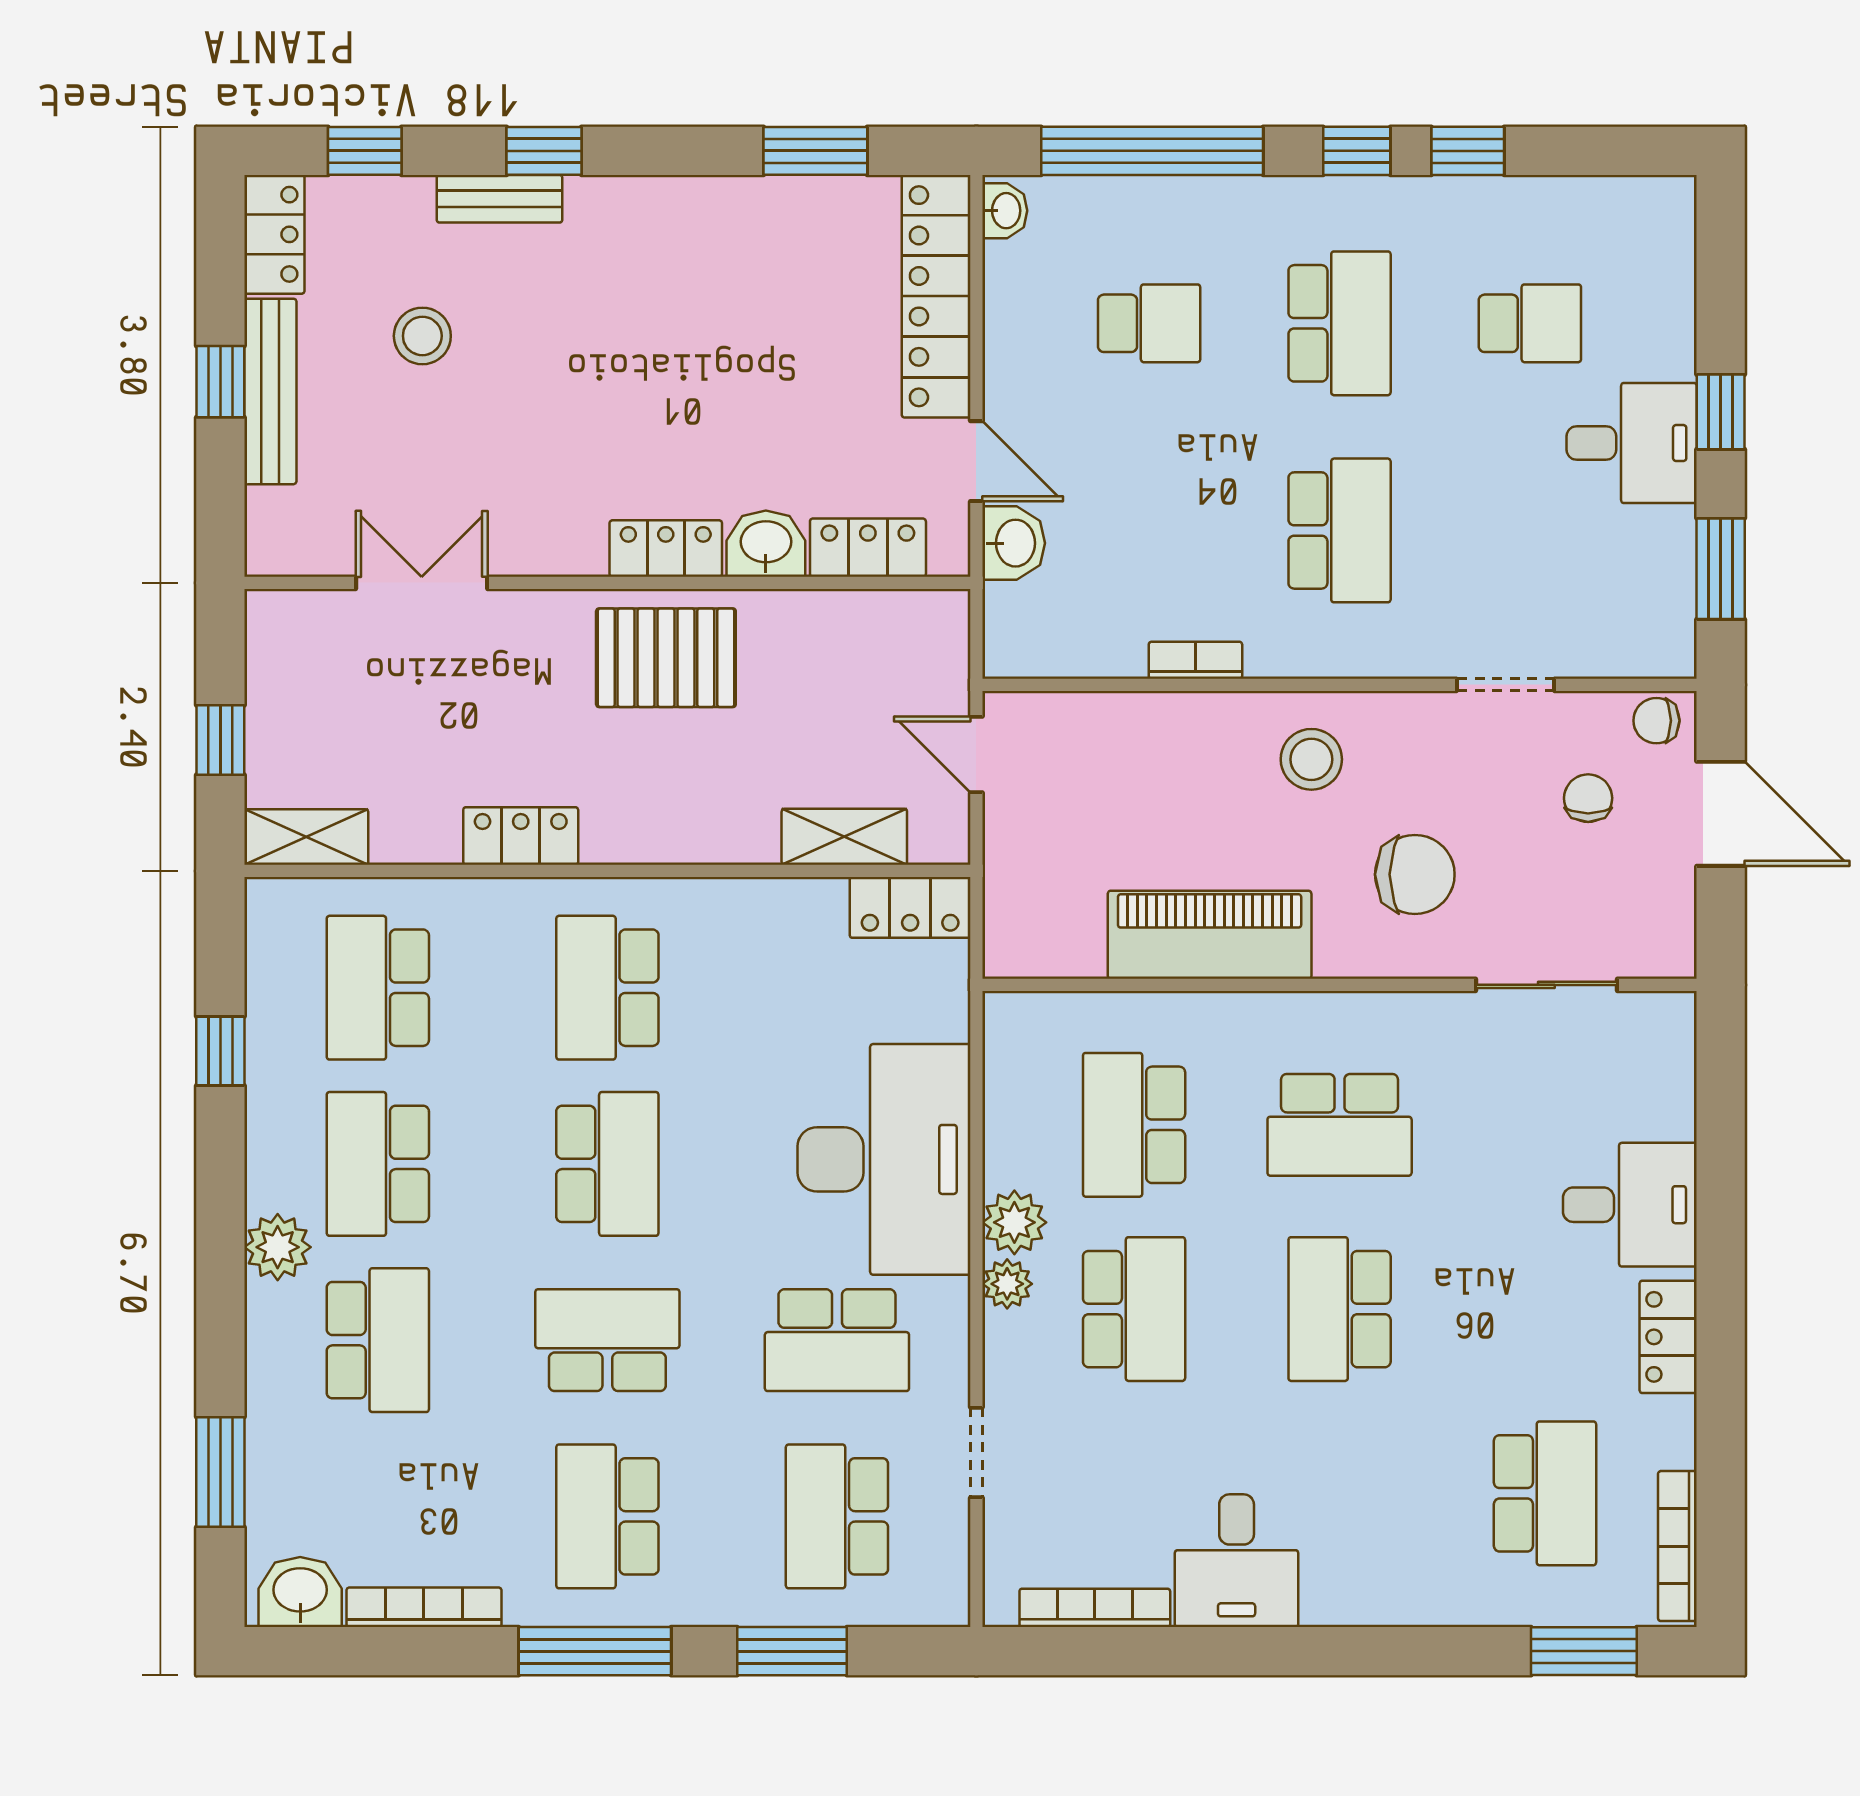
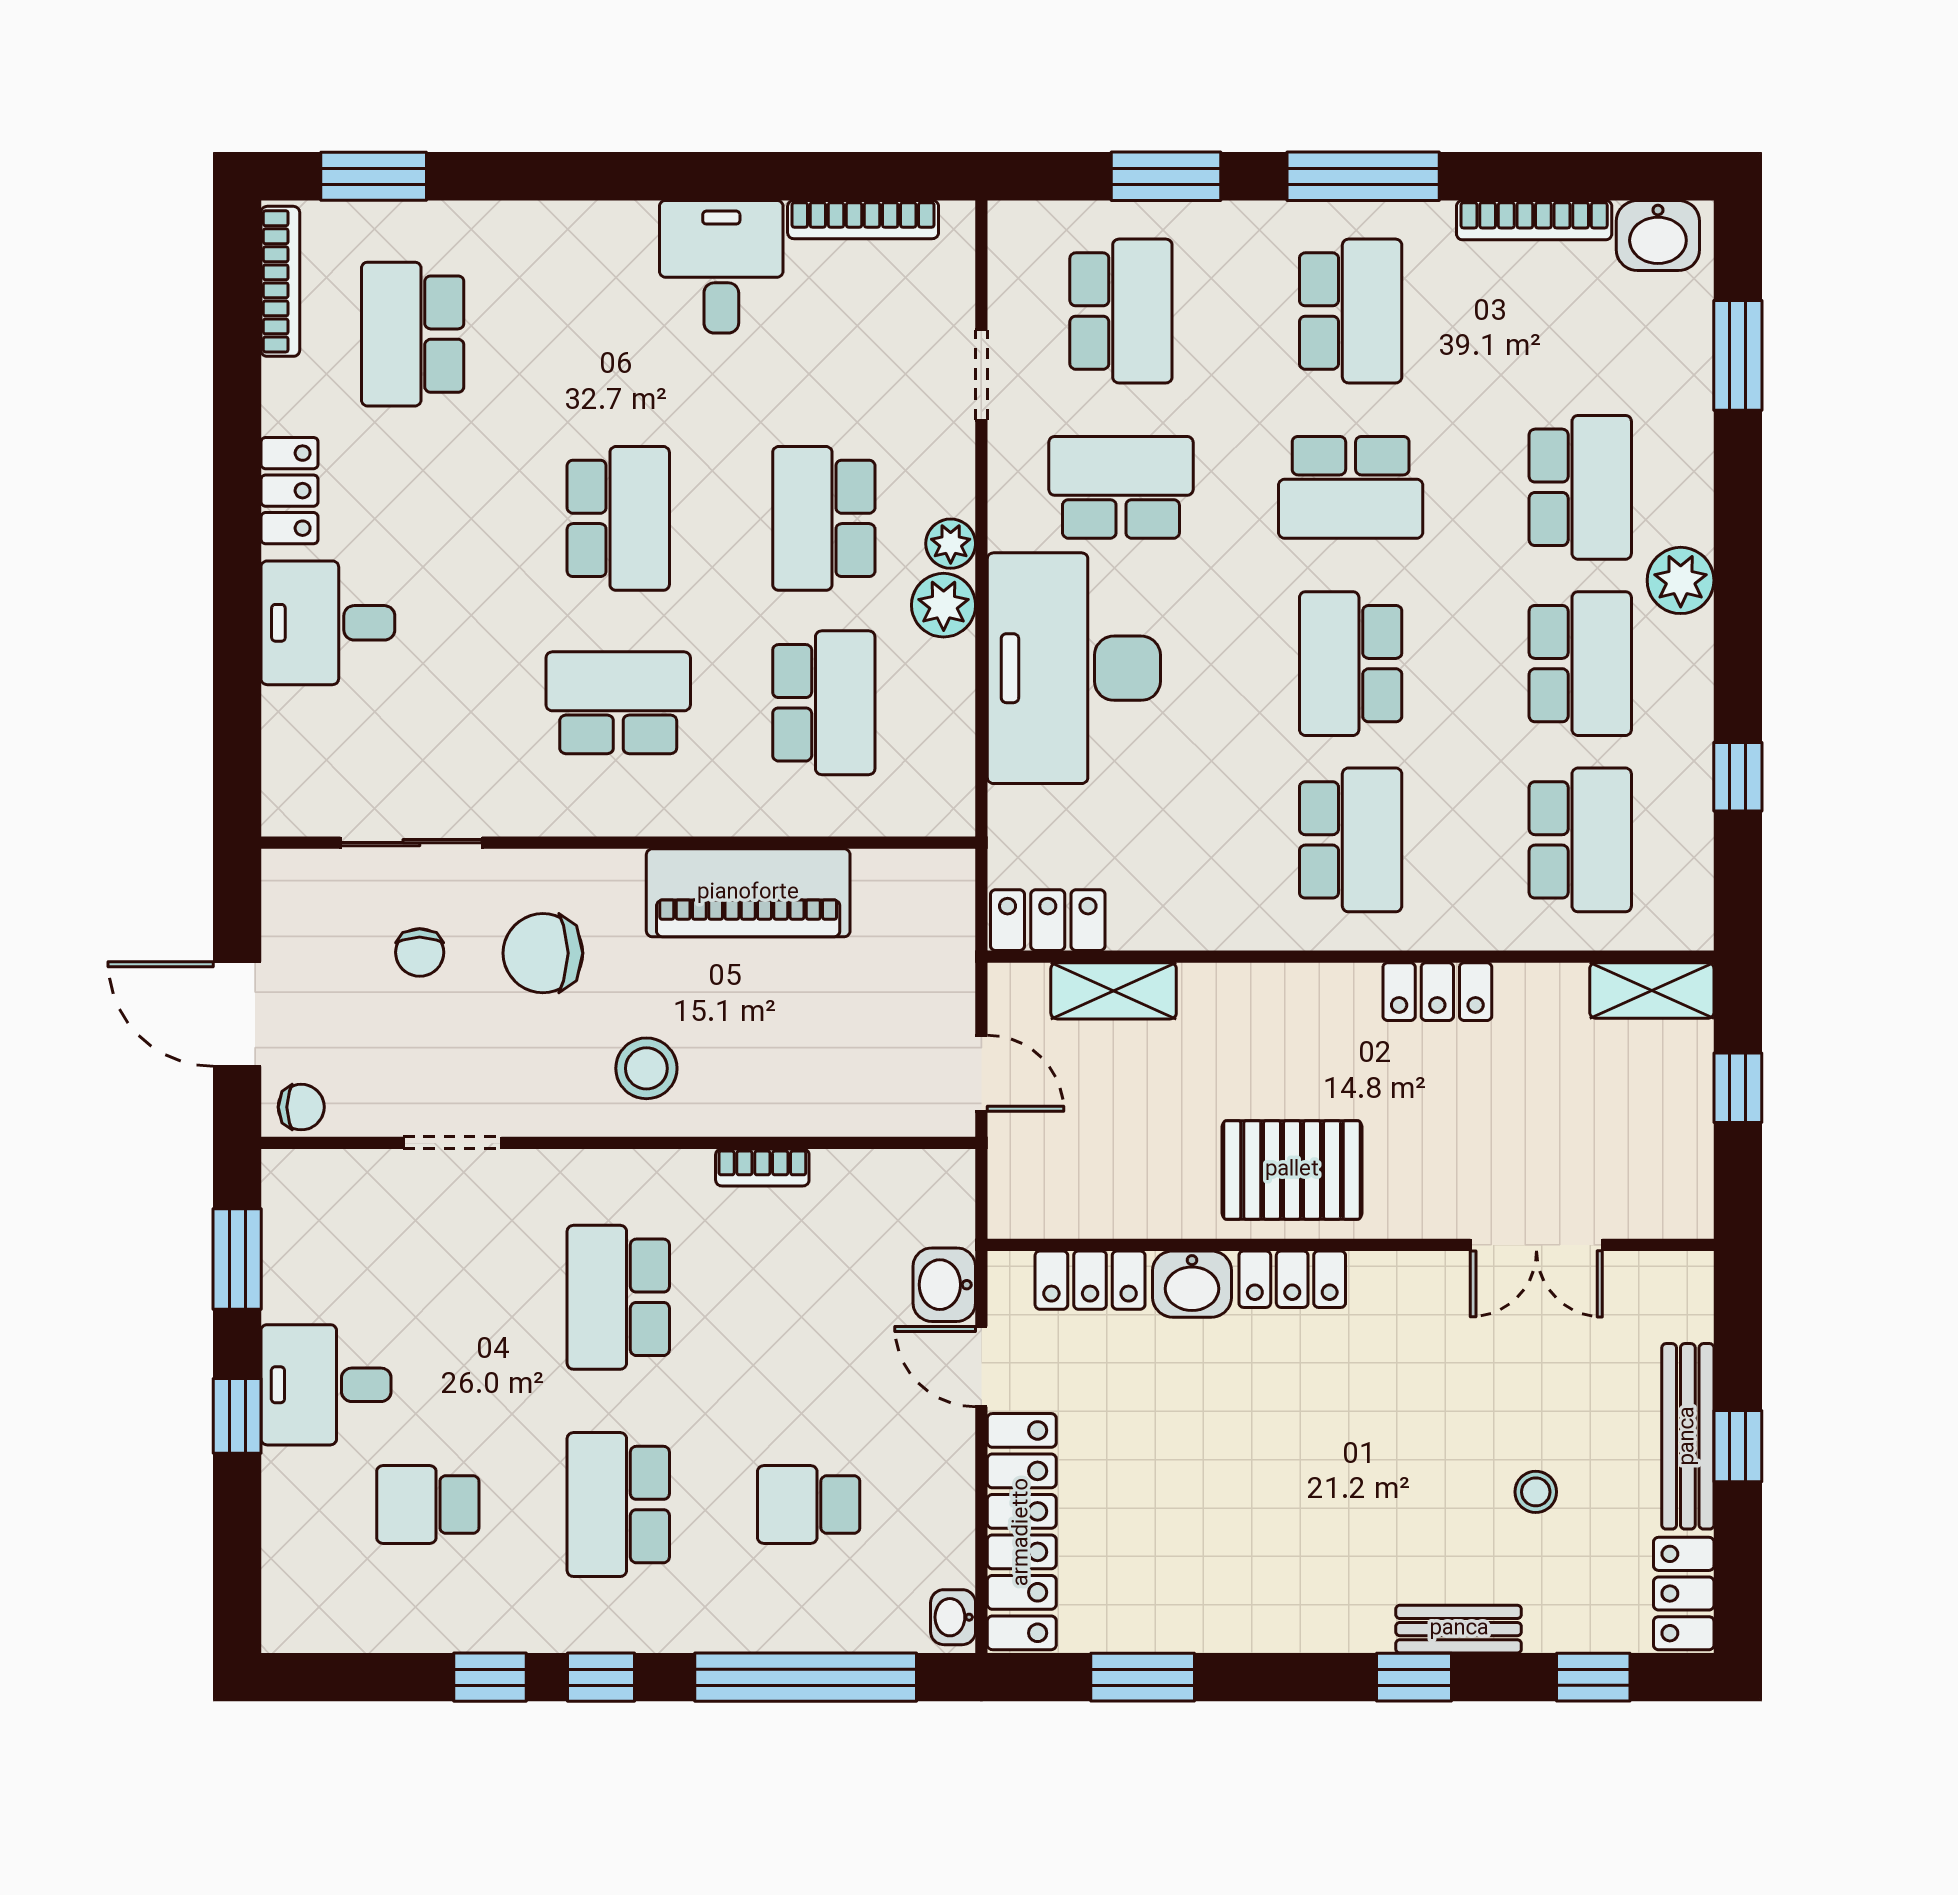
stool: (422, 336) -> (1536, 1492), width x0.73, depth x0.73
chair: (1588, 798) -> (420, 952), moved
school desk: (378, 1340) -> (1580, 487), turned 180

